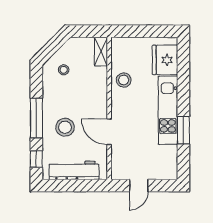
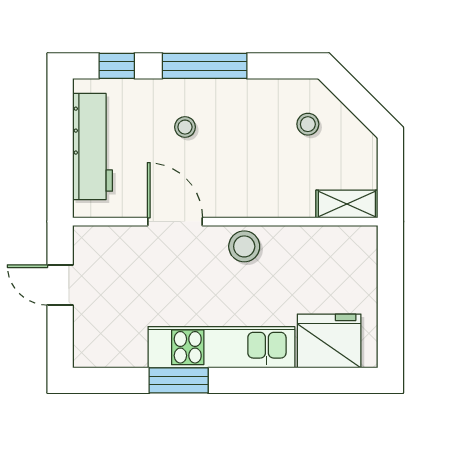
stool: (124, 80) -> (244, 246), moved
stool: (65, 127) -> (185, 127), width x0.53, depth x0.53
door: (109, 132) -> (175, 222), hinge flipped

